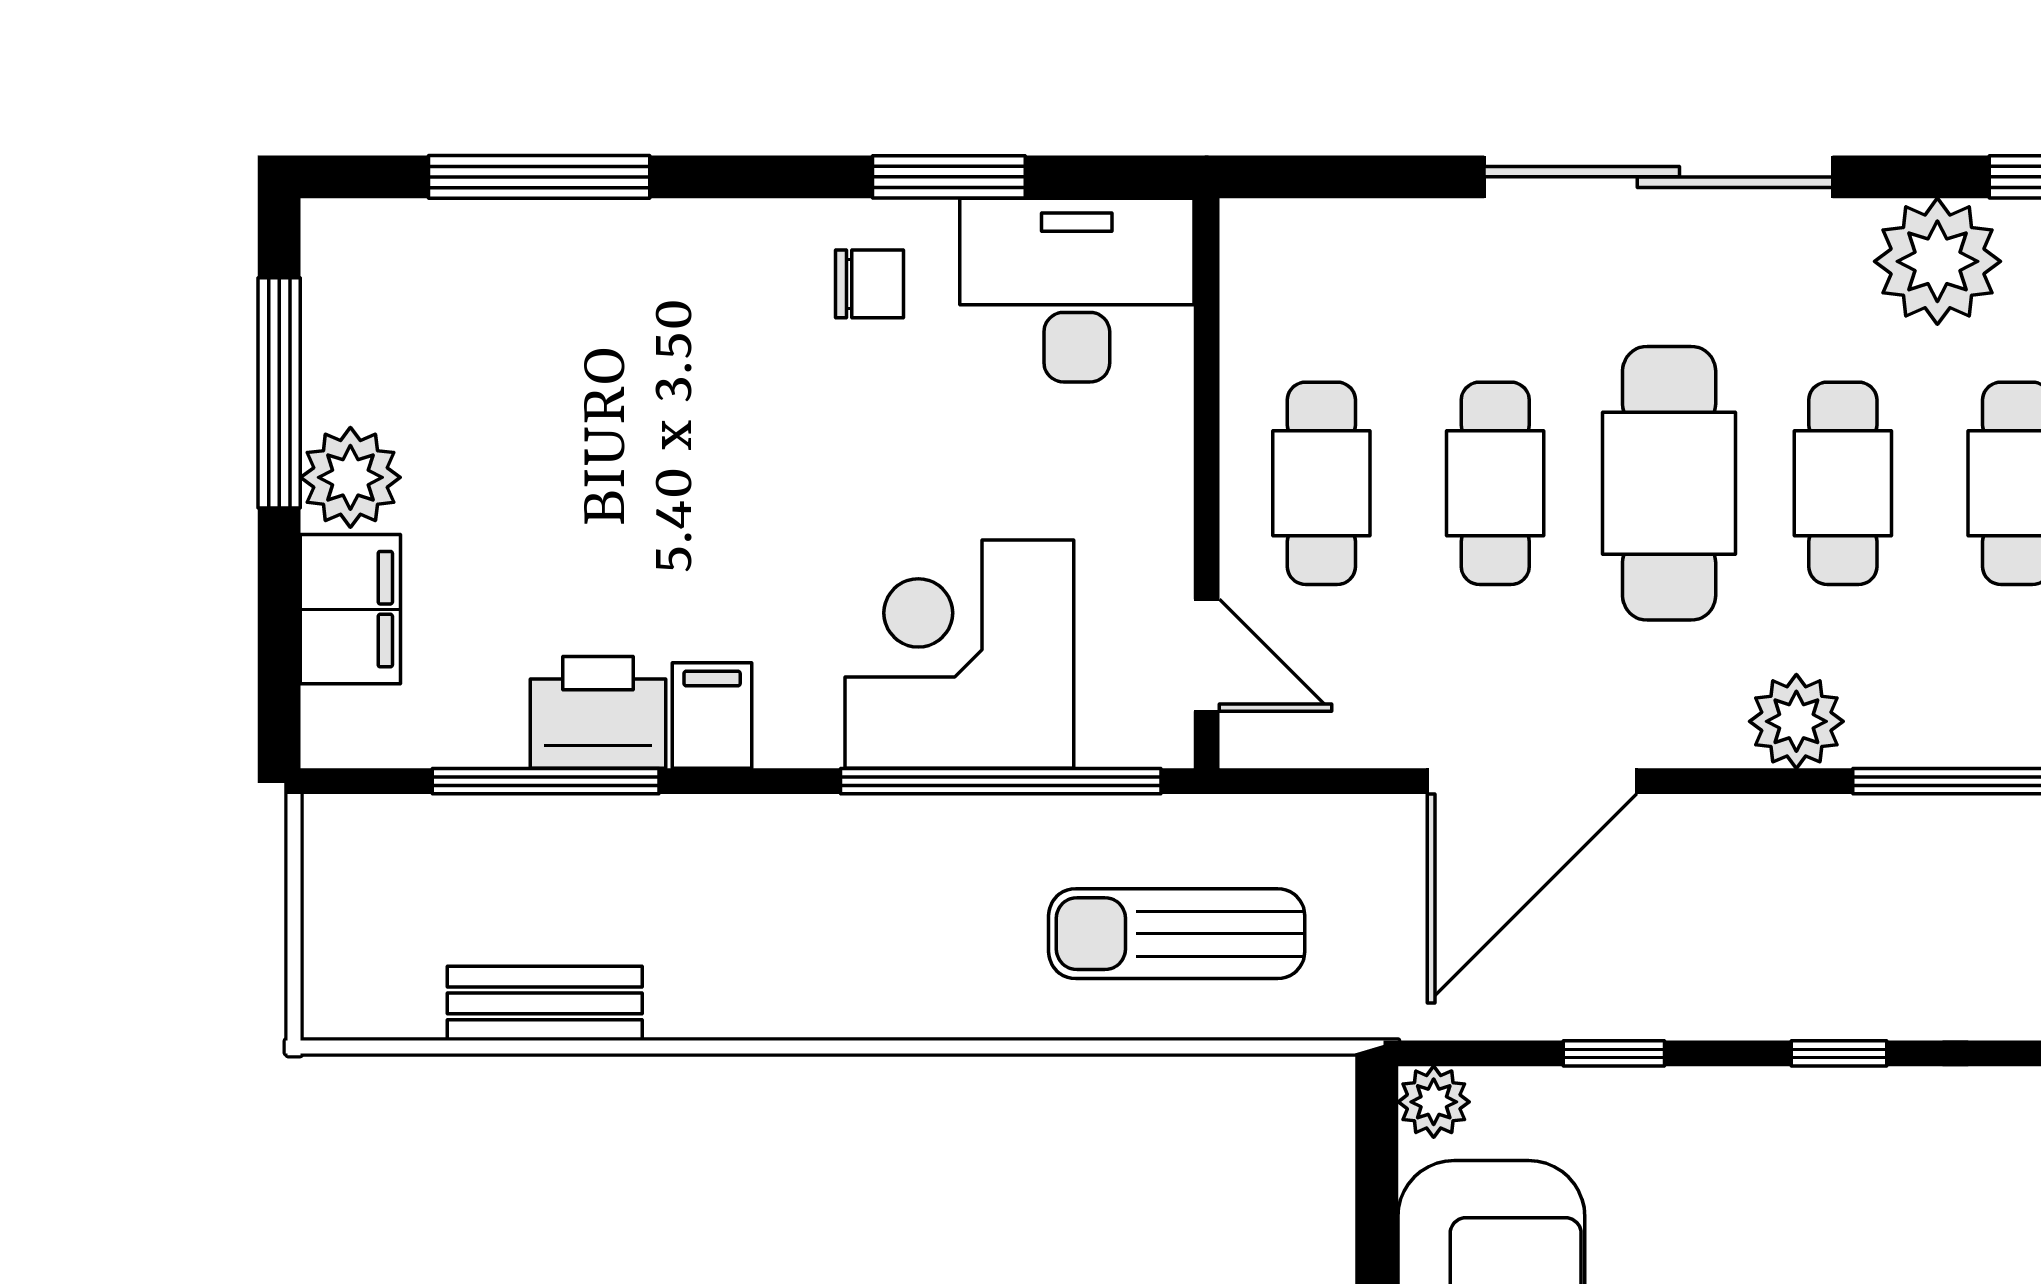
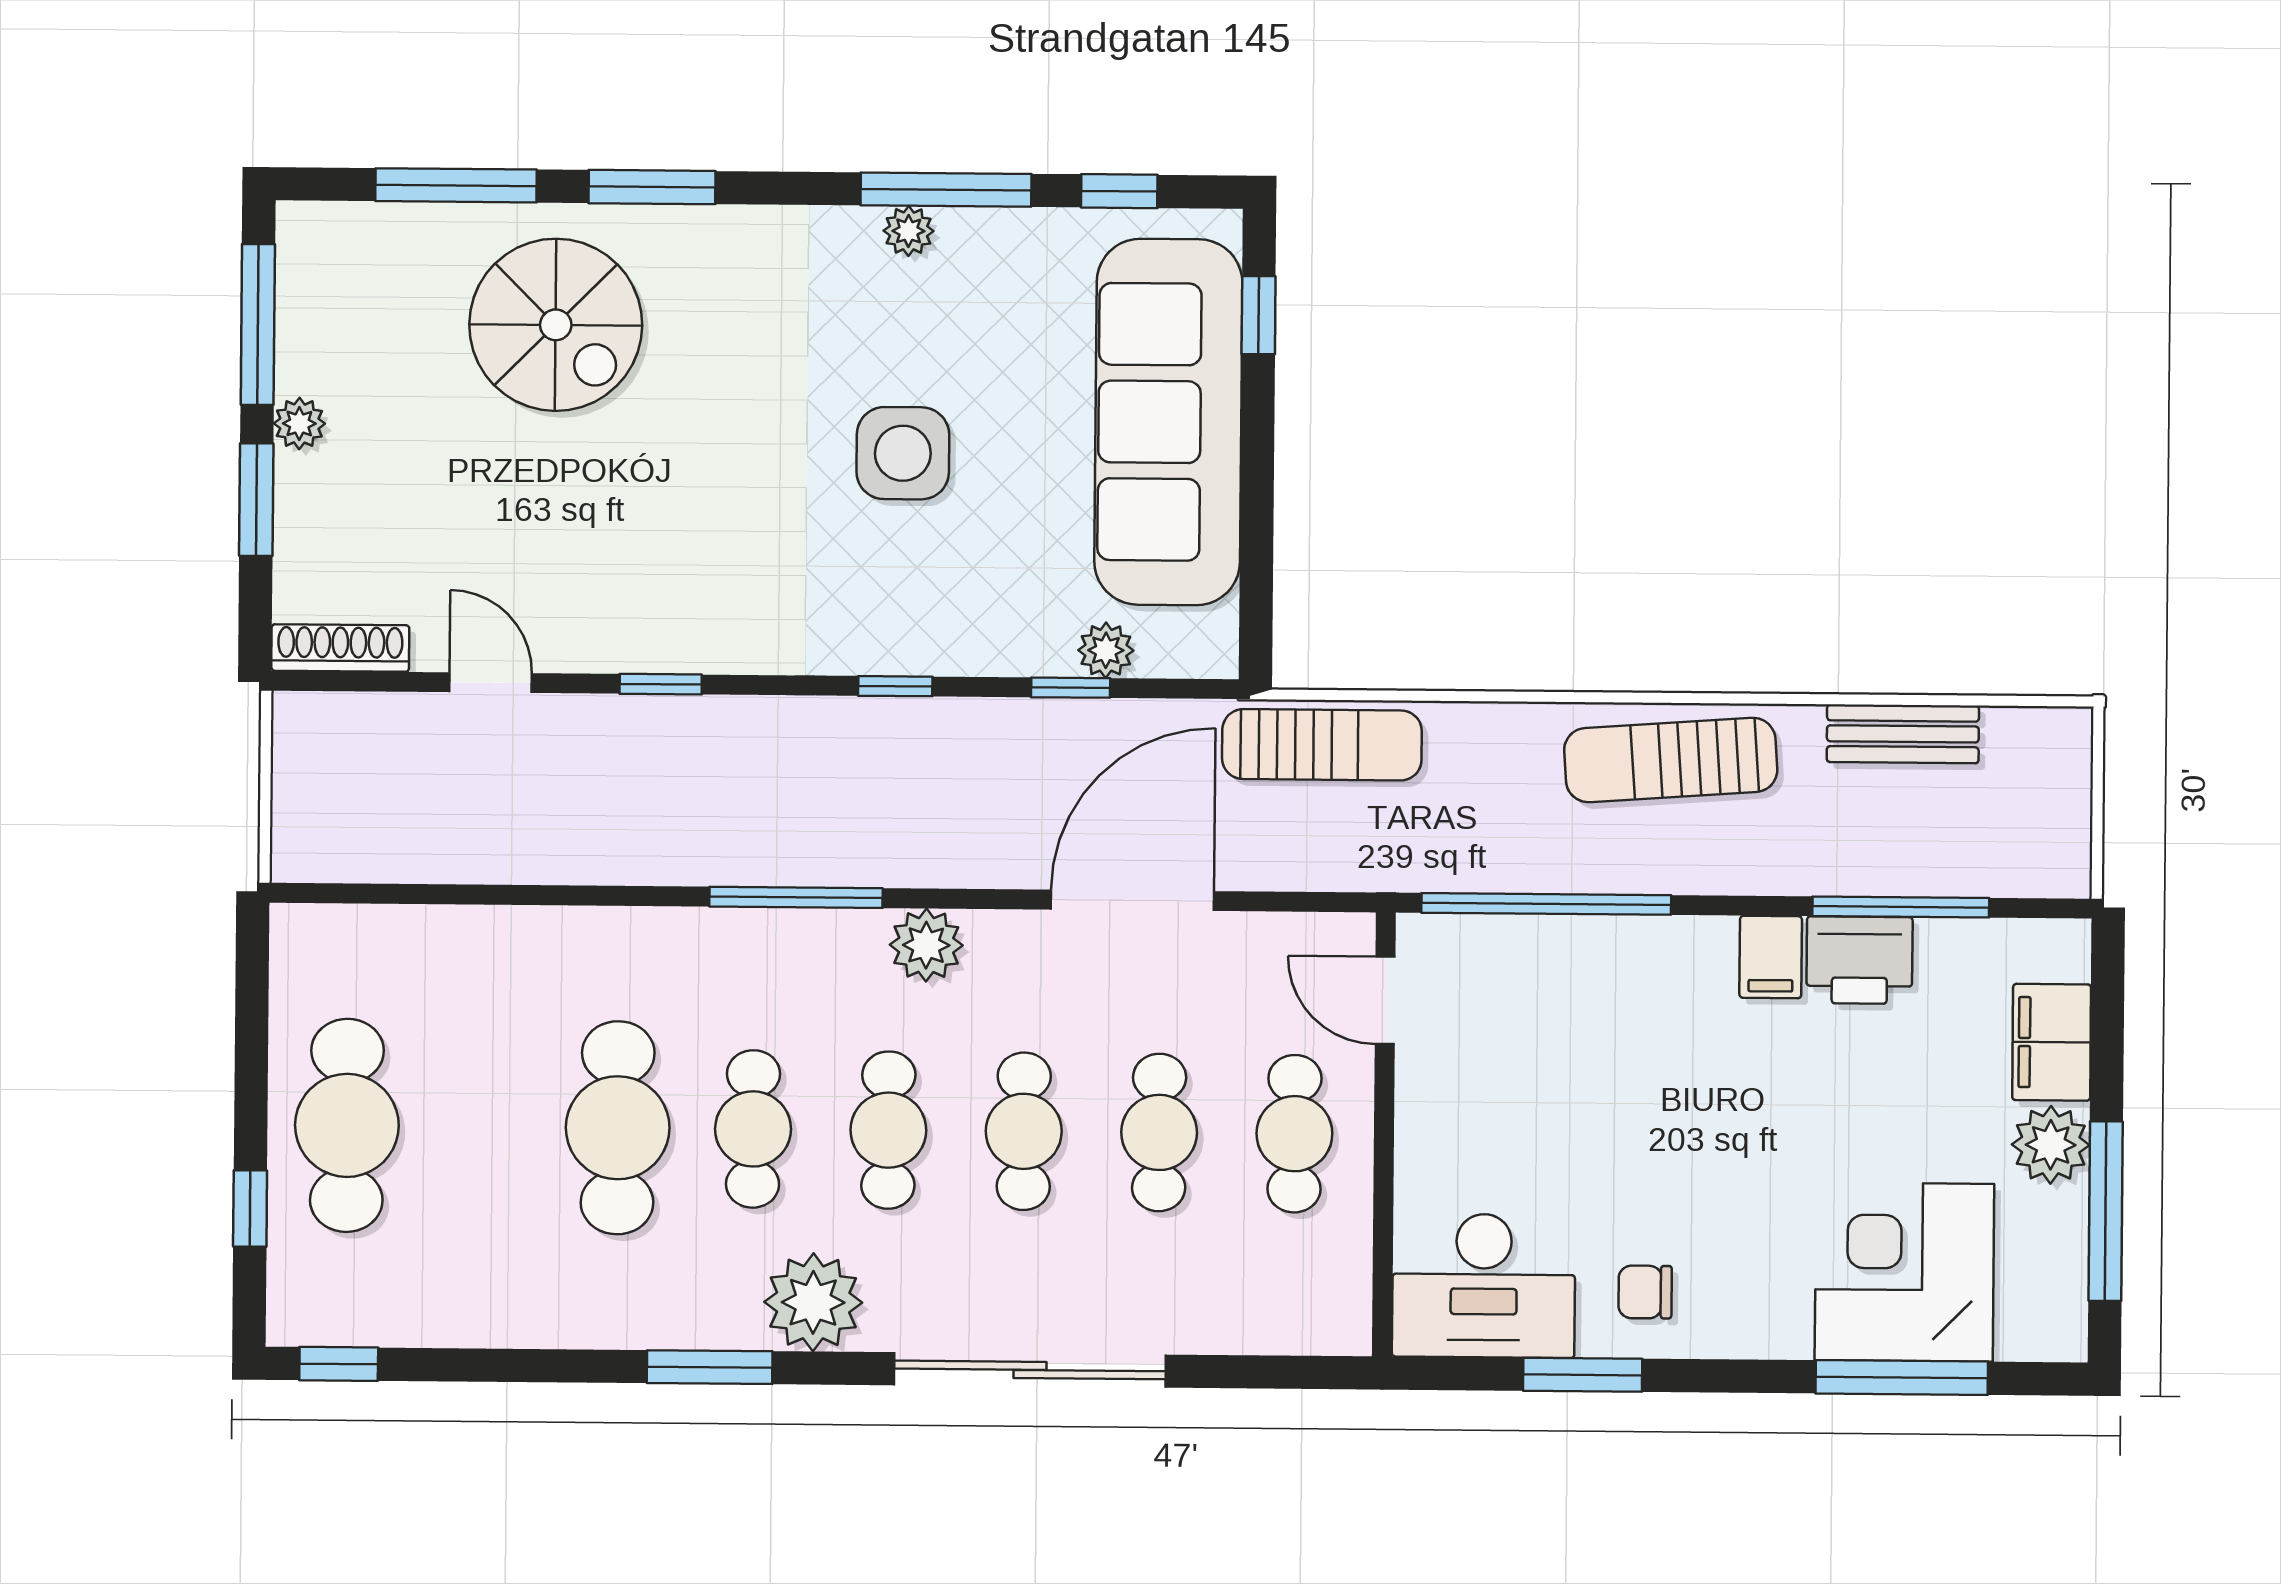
cafe table: (1669, 483) -> (1024, 1131), width x0.73, depth x0.74
corner desk: (959, 654) -> (1904, 1272), moved, turned 180
sun lounger: (1177, 934) -> (1322, 745), moved
sun lounger: (843, 967) -> (1671, 760), added
plant: (1434, 1102) -> (1106, 650), moved

